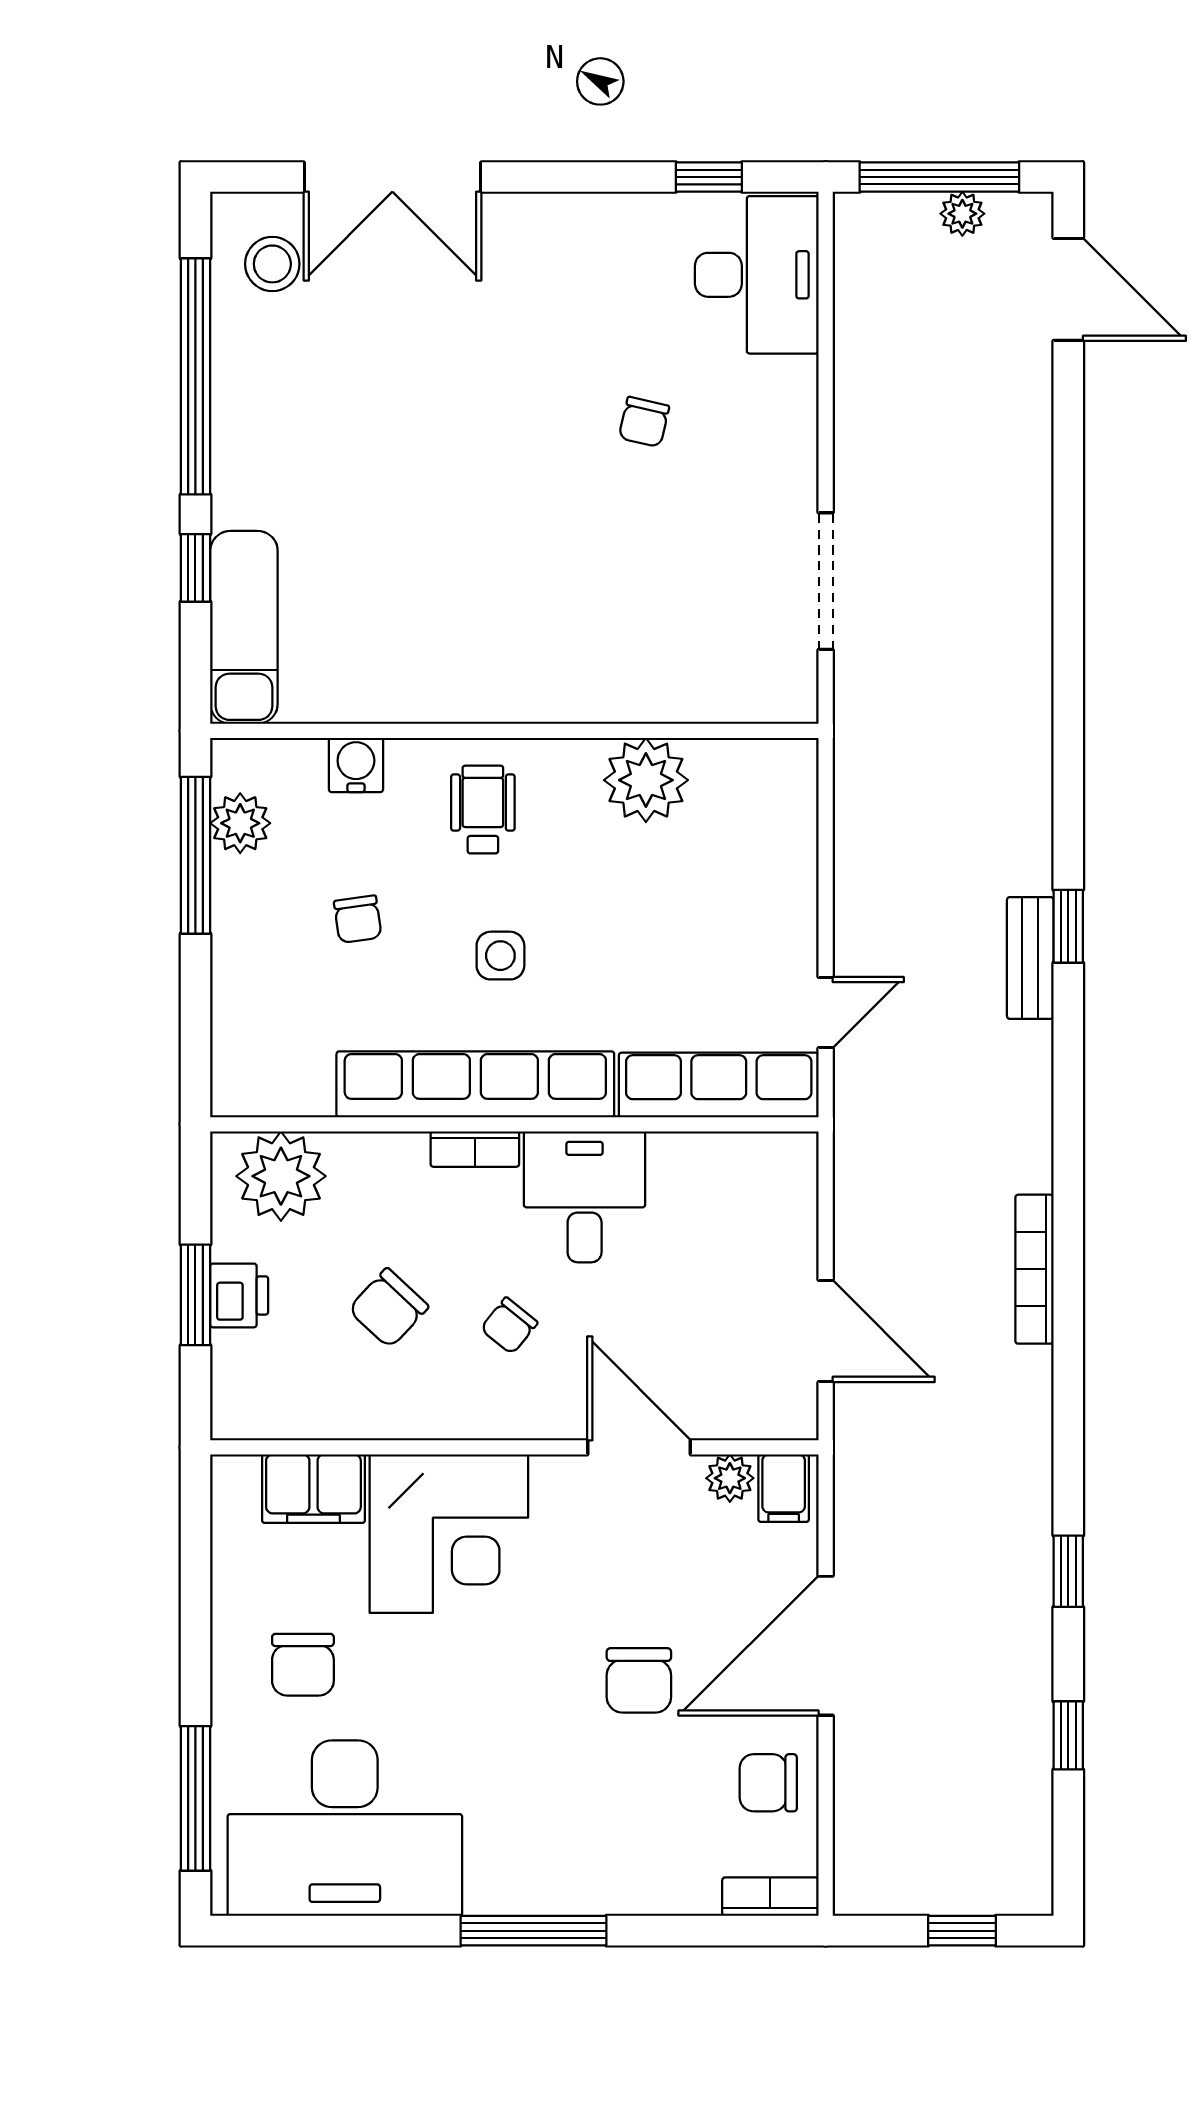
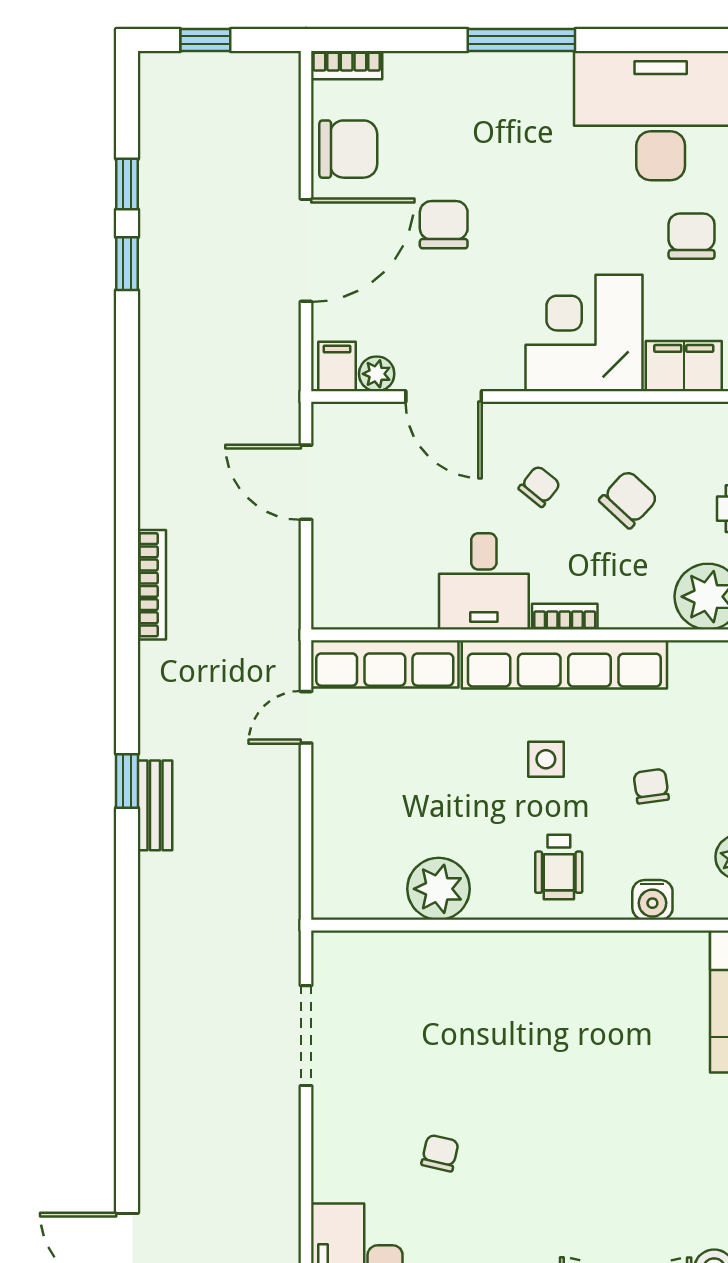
bench: (1030, 958) -> (155, 805), moved
bookcase: (1034, 1269) -> (152, 585), moved
window: (1068, 1571) -> (127, 264), moved
chair: (768, 1783) -> (348, 149), width x1.37, depth x1.37

